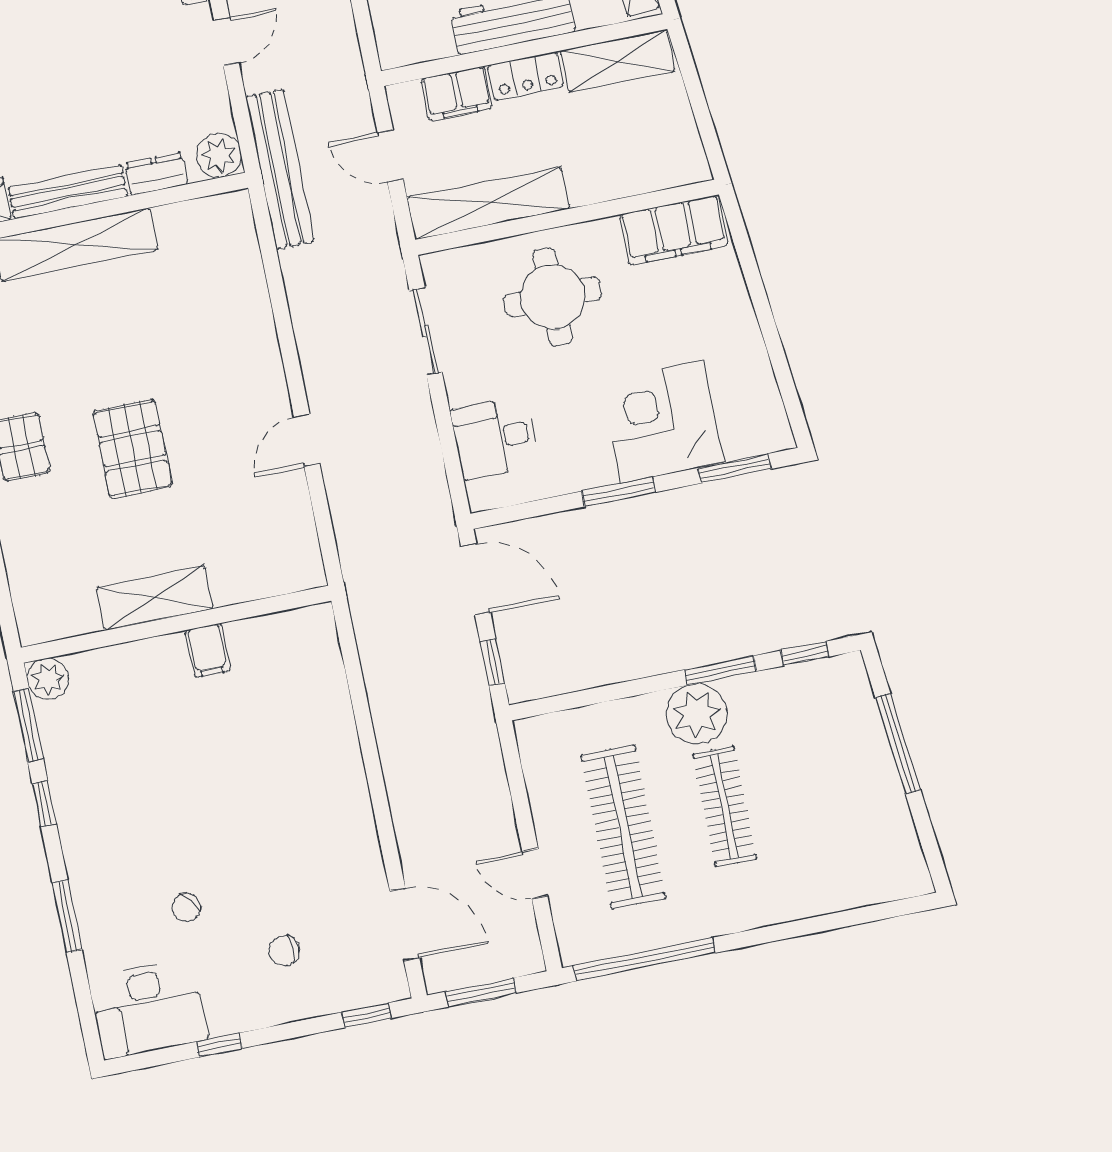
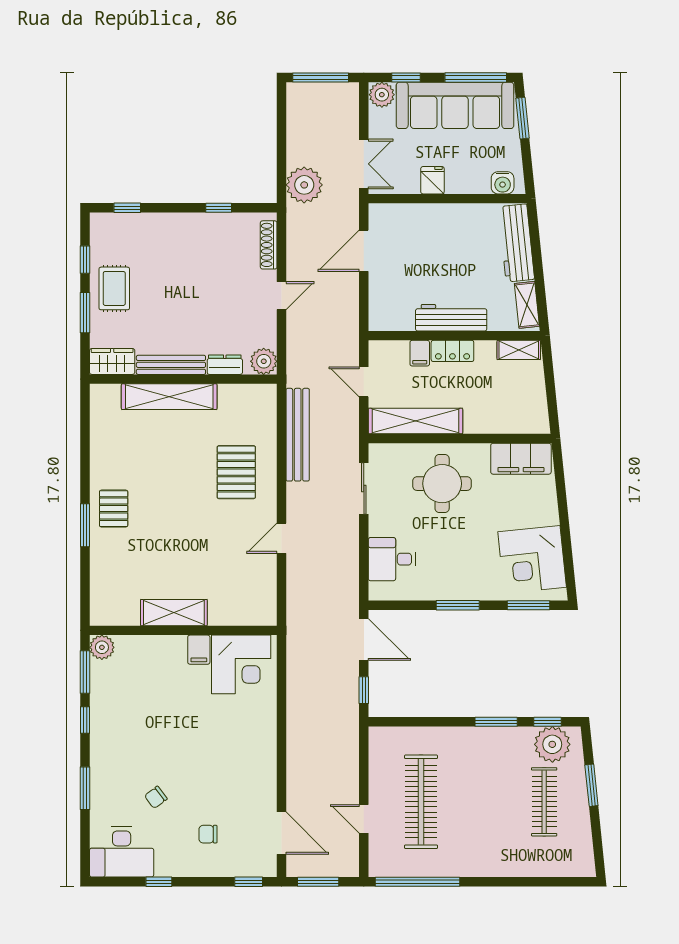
shelving: (618, 61) -> (519, 350), width x0.67, depth x0.75
filing cabinet: (457, 94) -> (420, 353), width x0.50
bench: (280, 169) -> (298, 435), moved
corner desk: (662, 422) -> (532, 560), moved, turned -96
pallet: (133, 449) -> (236, 472), moved
corner desk: (282, 661) -> (241, 664), added
plant: (697, 714) -> (552, 744), moved
window: (898, 743) -> (591, 785), width x0.69
clothes rail: (725, 806) -> (544, 802), moved

